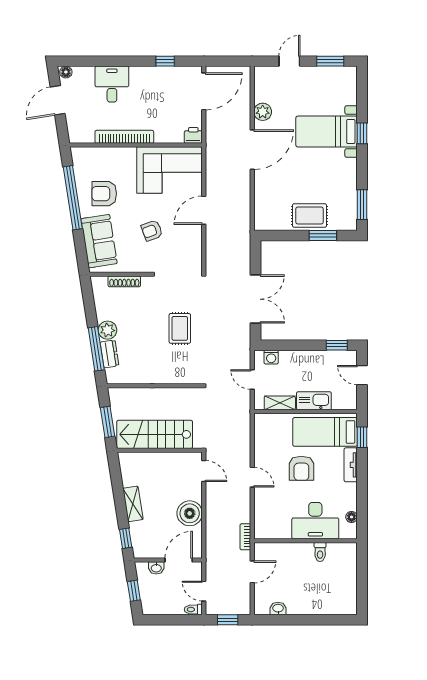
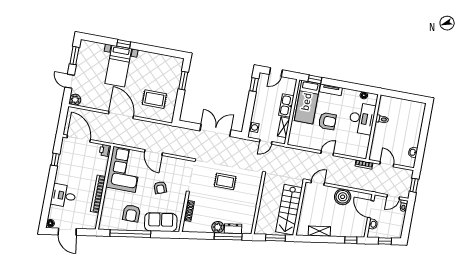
plant: (263, 112) -> (75, 100), moved
window: (362, 205) -> (168, 52), removed
rug: (310, 215) -> (154, 99), moved, turned 90
shelving: (133, 504) -> (319, 231), moved

